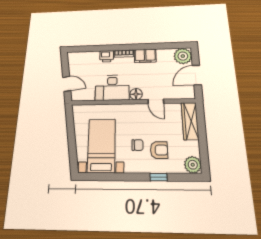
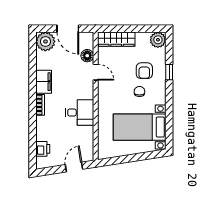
printer: (107, 56) -> (43, 149), moved
desk: (112, 88) -> (80, 113), width x0.73
floor lamp: (136, 94) -> (87, 56), moved
door: (156, 101) -> (96, 72), hinge flipped
armchair: (159, 150) -> (144, 71), turned 180

